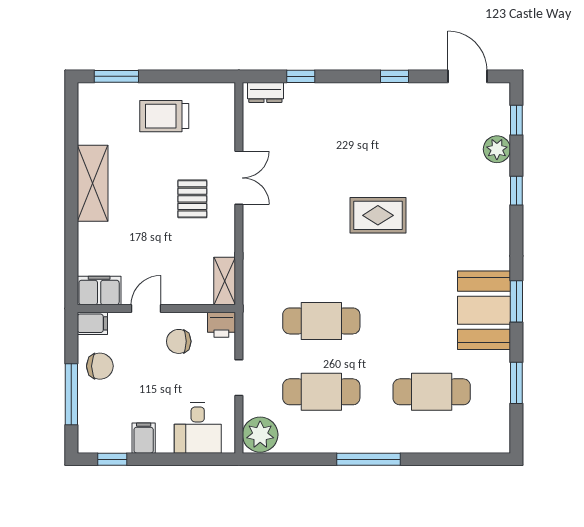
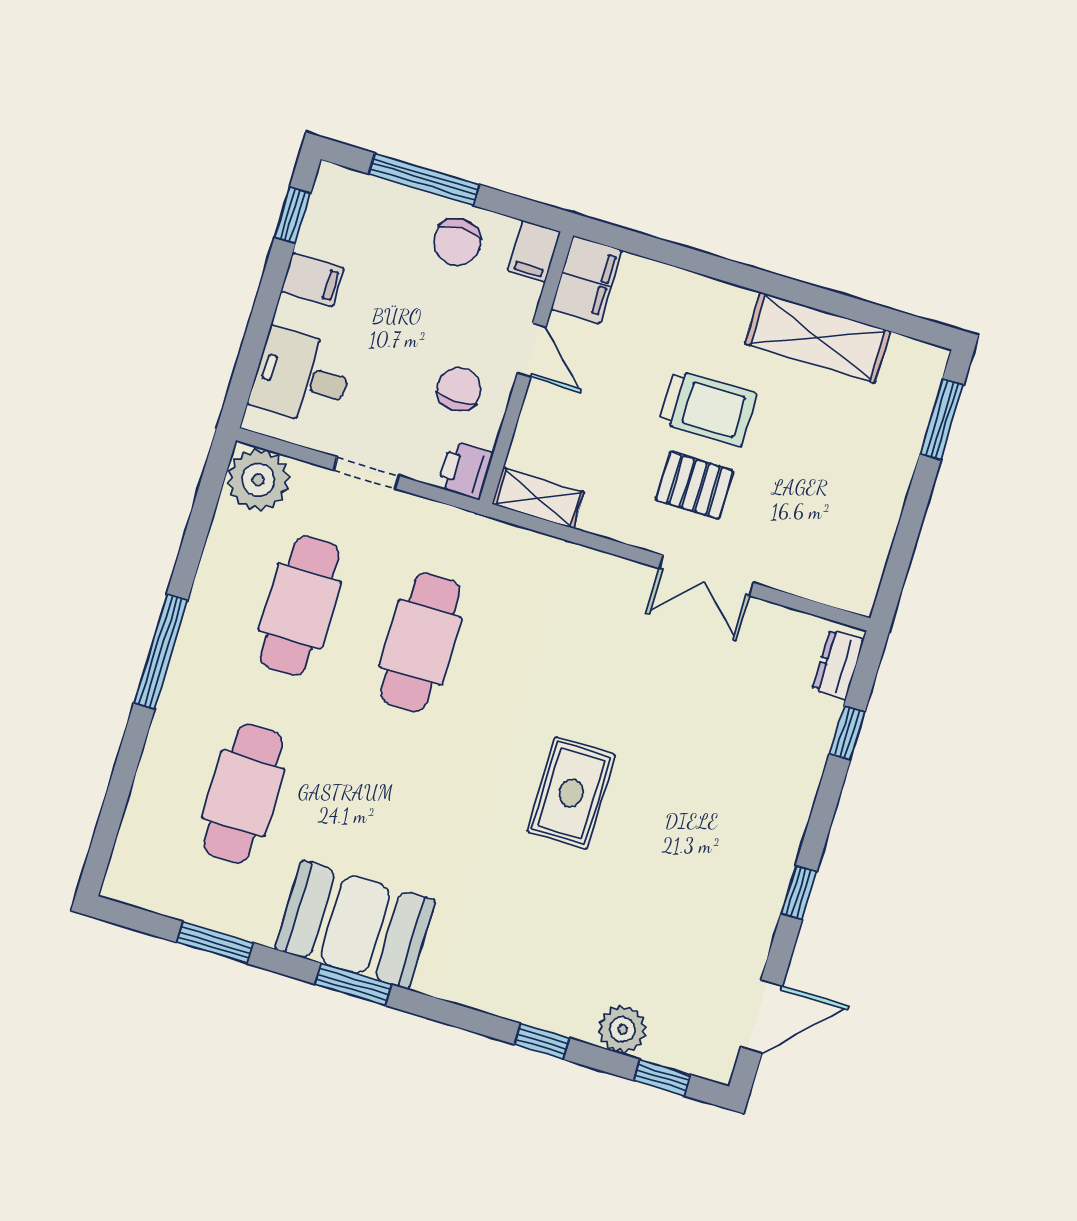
trolley: (164, 116) -> (708, 408), moved, turned 90
shelving: (93, 183) -> (818, 337), moved

